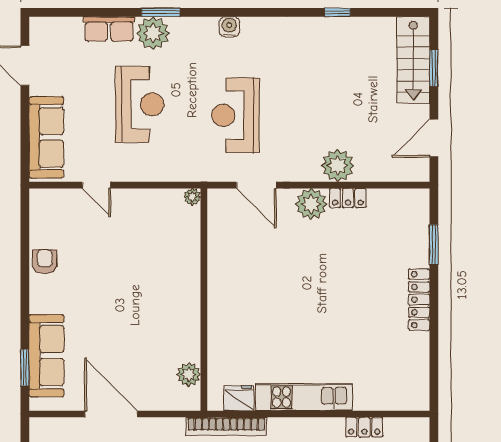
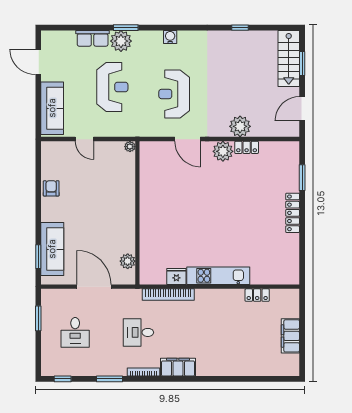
plant: (192, 197) -> (130, 147), moved
wall: (204, 300) -> (137, 213), moved
plant: (189, 375) -> (128, 261), moved

